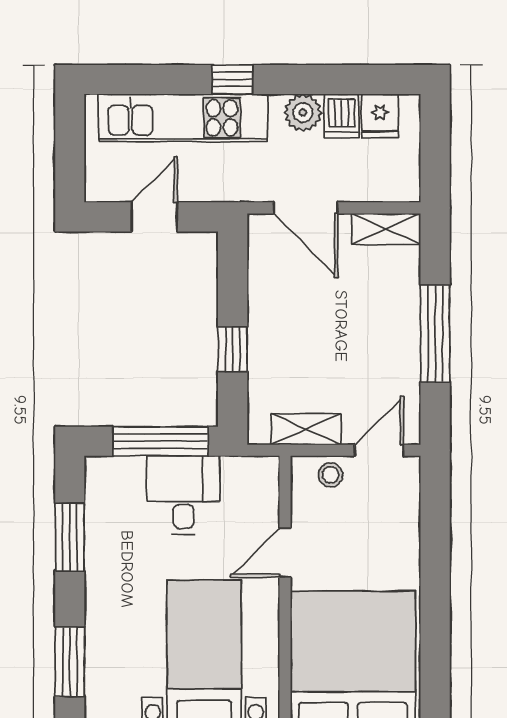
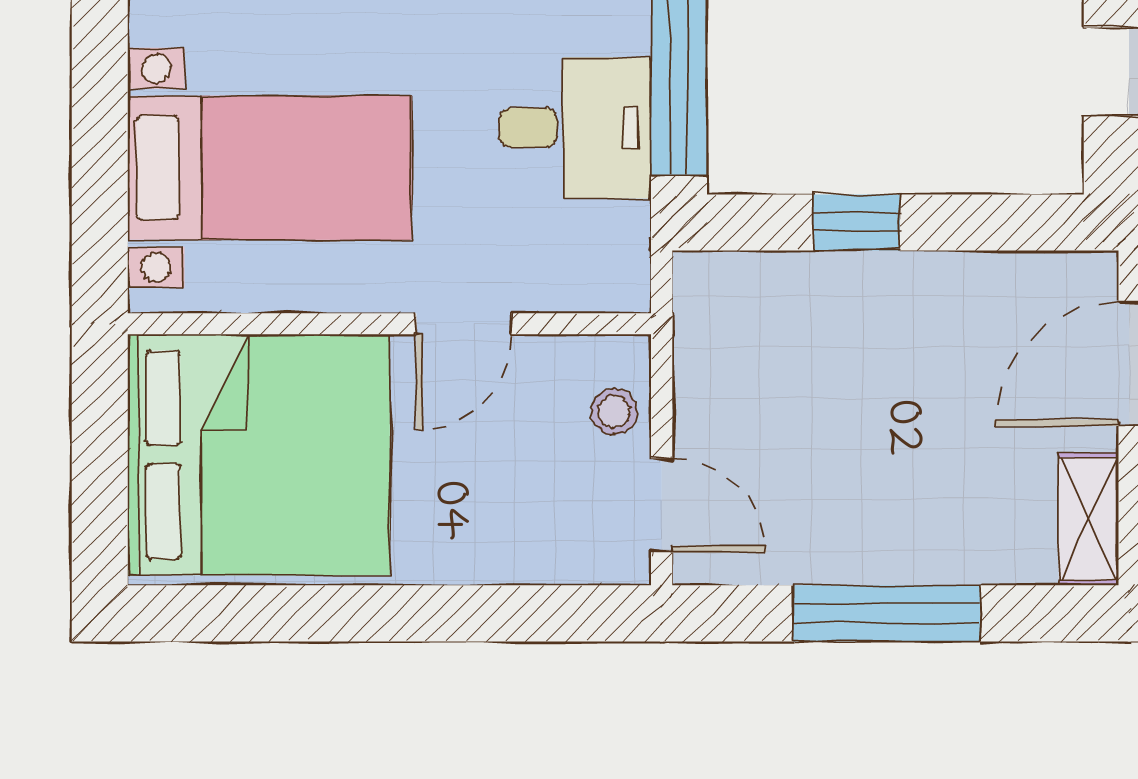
shelving: (306, 429) -> (702, 364), removed
door: (285, 553) -> (464, 324), swing flipped

